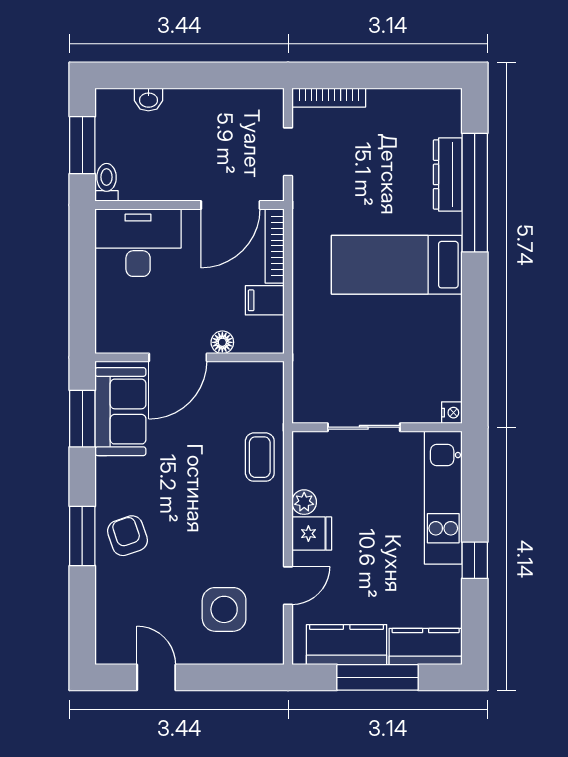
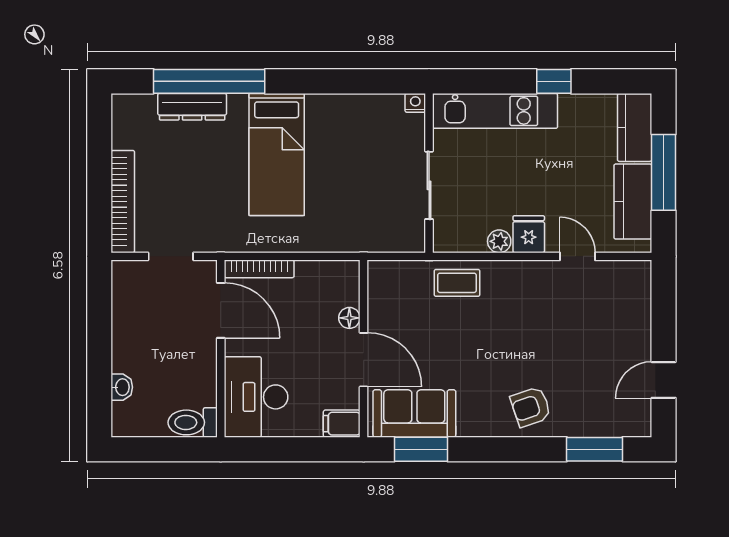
bookcase: (329, 98) -> (123, 202), width x1.48, depth x1.31
window: (82, 145) -> (165, 449), removed
toilet: (107, 182) -> (193, 422), width x1.37, depth x1.39
filing cabinet: (265, 300) -> (342, 424), moved, turned 90
window: (82, 536) -> (595, 449), moved
side table: (224, 609) -> (600, 316), removed

